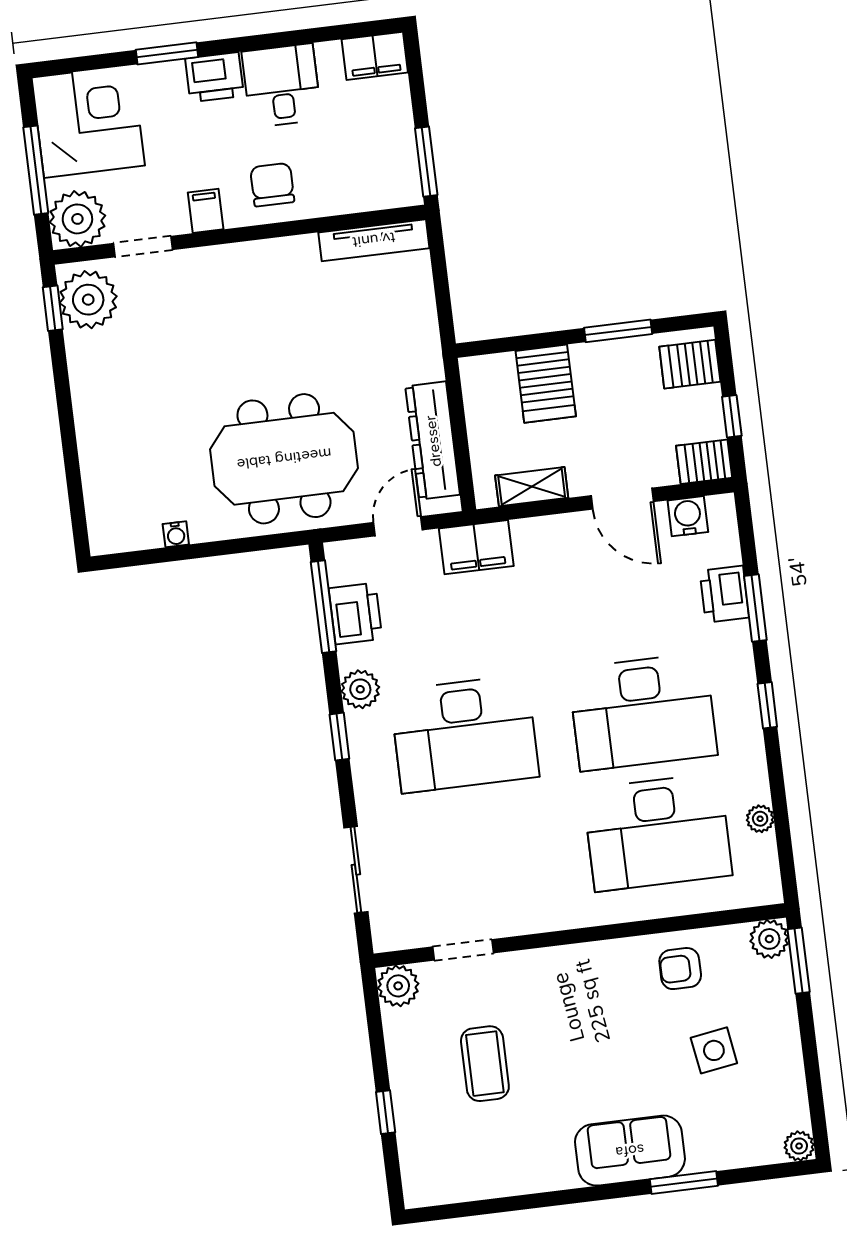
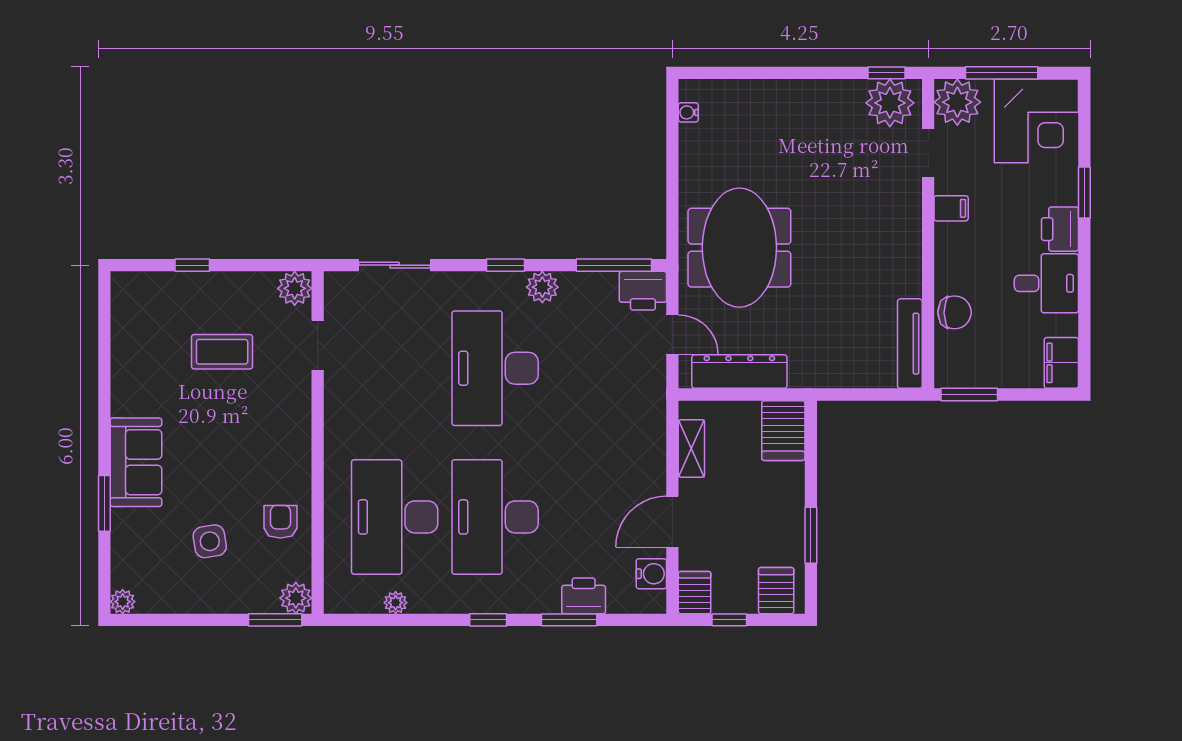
chair: (272, 185) -> (954, 312), moved
server rack: (546, 384) -> (783, 431), moved, turned -90
water cooler: (176, 534) -> (688, 112), moved
filing cabinet: (476, 547) -> (647, 397), removed
printer: (355, 614) -> (643, 291), moved

